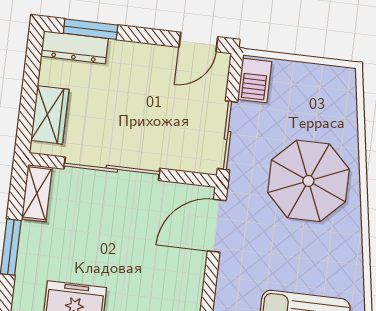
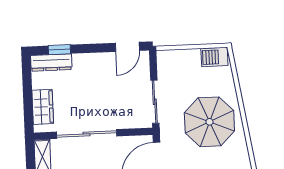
window: (91, 29) -> (59, 50), width x0.67
barbecue: (255, 80) -> (214, 57), moved, turned 90

